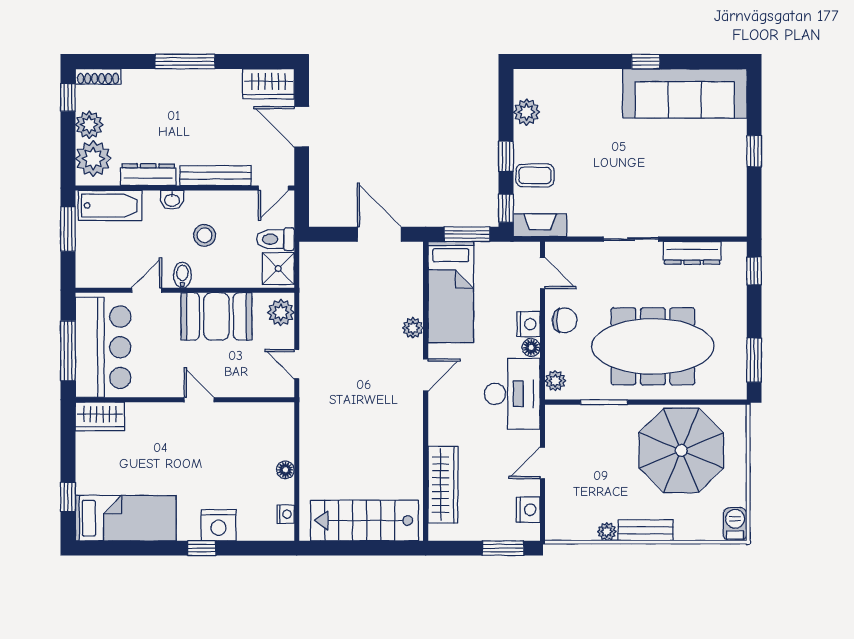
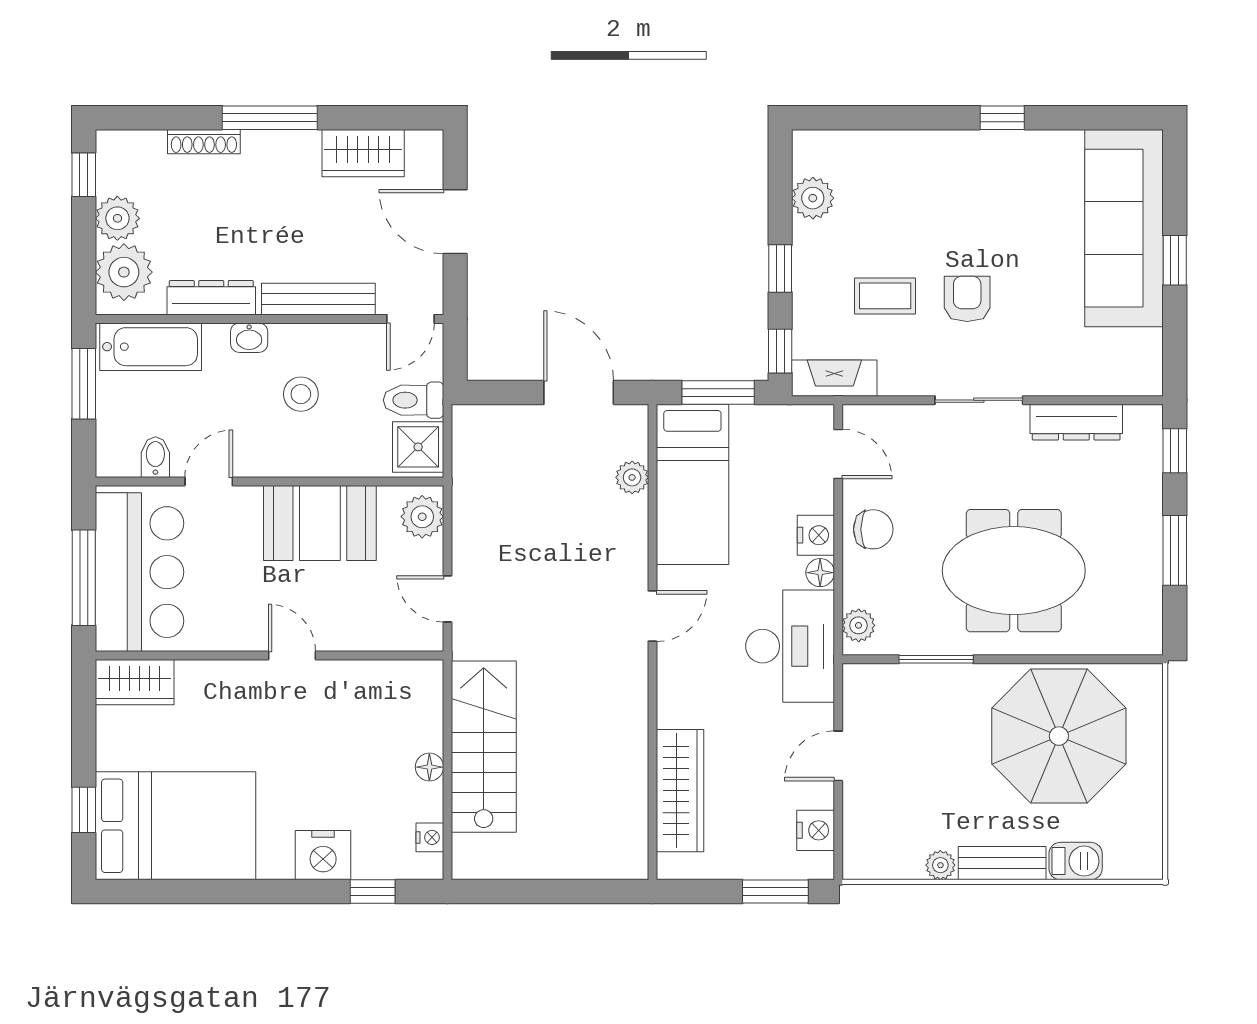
shoe rack: (98, 77) -> (204, 142), moved
wardrobe: (268, 84) -> (363, 153), moved
sofa: (685, 93) -> (1124, 228), moved, turned 90
coffee table: (535, 175) -> (885, 296), moved
armchair: (624, 175) -> (967, 299), added
bidet: (182, 275) -> (155, 457), moved
plant: (413, 328) -> (632, 477), moved
meeting table: (653, 346) -> (1014, 571), width x0.73
window: (754, 360) -> (1175, 550), moved
bed: (126, 518) -> (175, 826), width x1.50
stairs: (365, 520) -> (484, 747), moved, turned 90
barbecue: (735, 524) -> (1076, 861), moved, turned 90
window: (202, 548) -> (373, 892), moved

